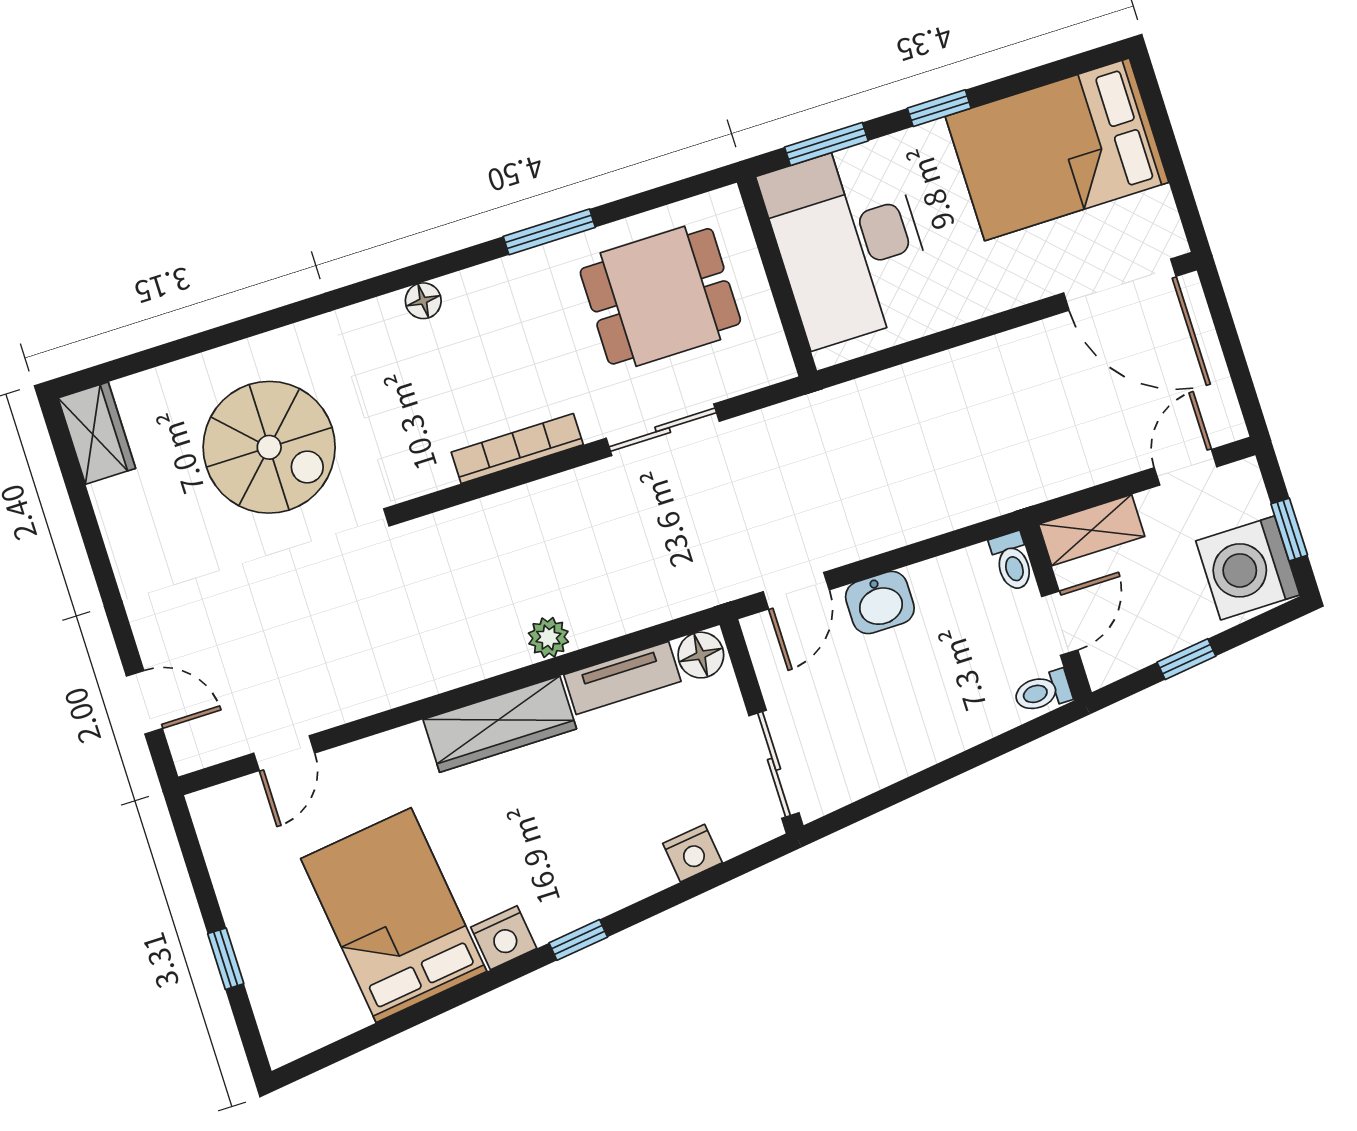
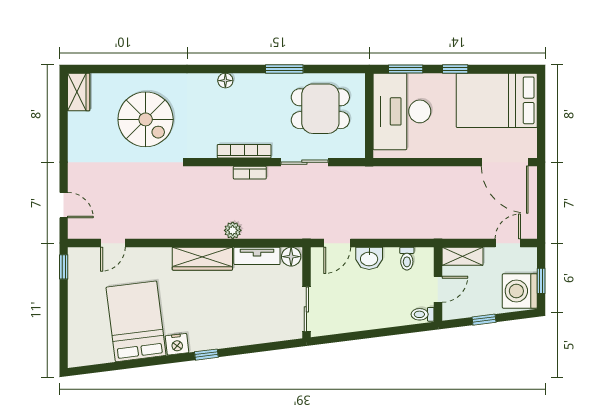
bookcase: (546, 493) -> (250, 173), added
toilet: (1012, 561) -> (407, 259), moved
nightstand: (693, 853) -> (263, 334), removed
window: (226, 959) -> (64, 267), moved

